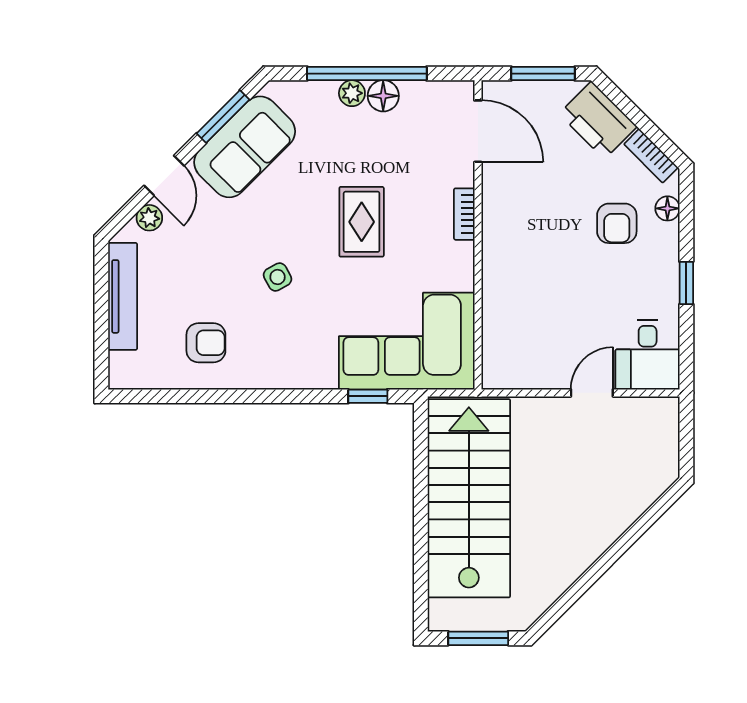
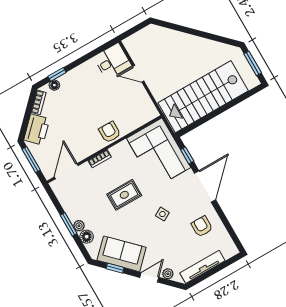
window: (367, 74) -> (69, 224), width x0.47
floor lamp: (383, 96) -> (87, 237), moved
window: (223, 117) -> (115, 268), width x0.67
armchair: (617, 223) -> (110, 132), moved, turned -90
window: (686, 283) -> (57, 74), moved
door: (284, 396) -> (205, 186), added

